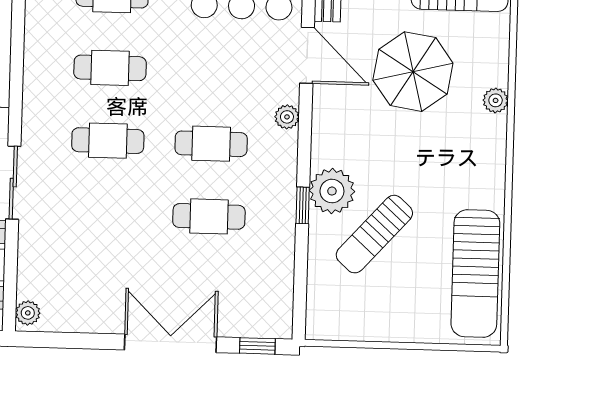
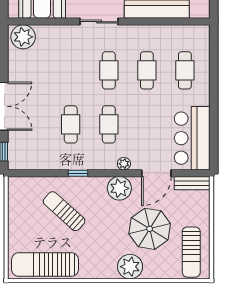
plant: (496, 100) -> (130, 267), width x1.87, depth x1.87
sliding door: (13, 183) -> (99, 22), moved
plant: (332, 191) -> (119, 188), moved
plant: (28, 313) -> (23, 37), width x1.87, depth x1.87

